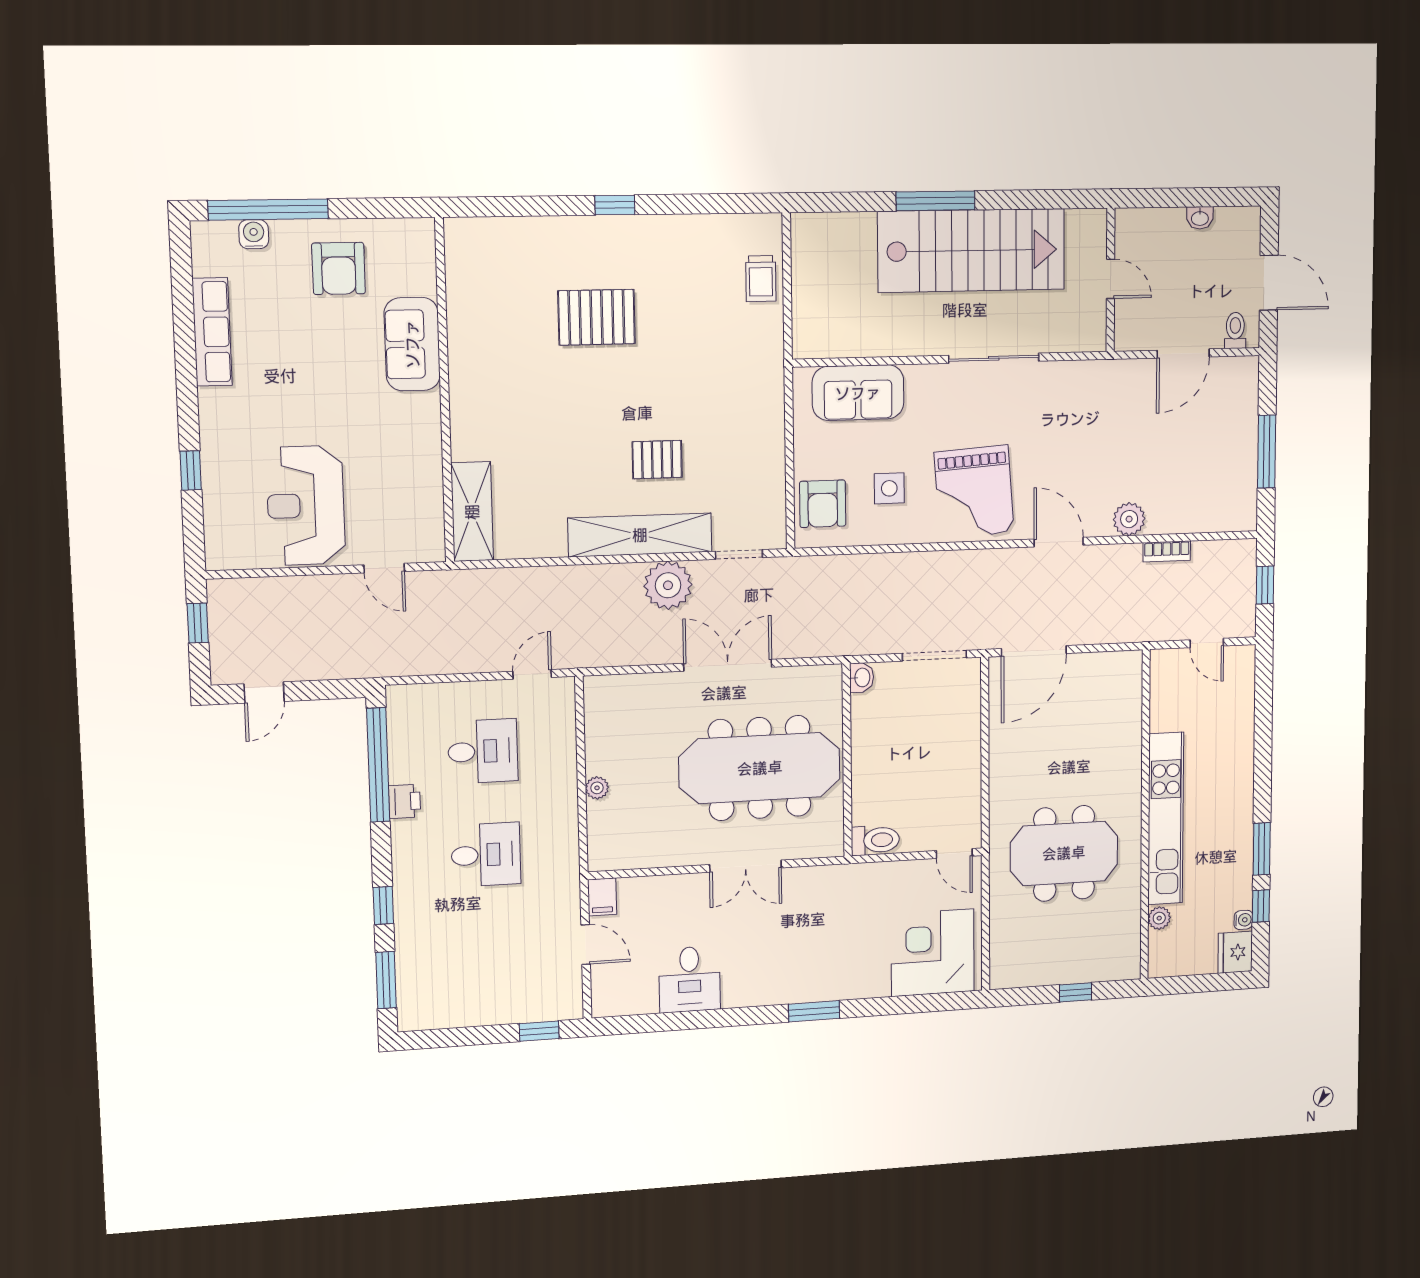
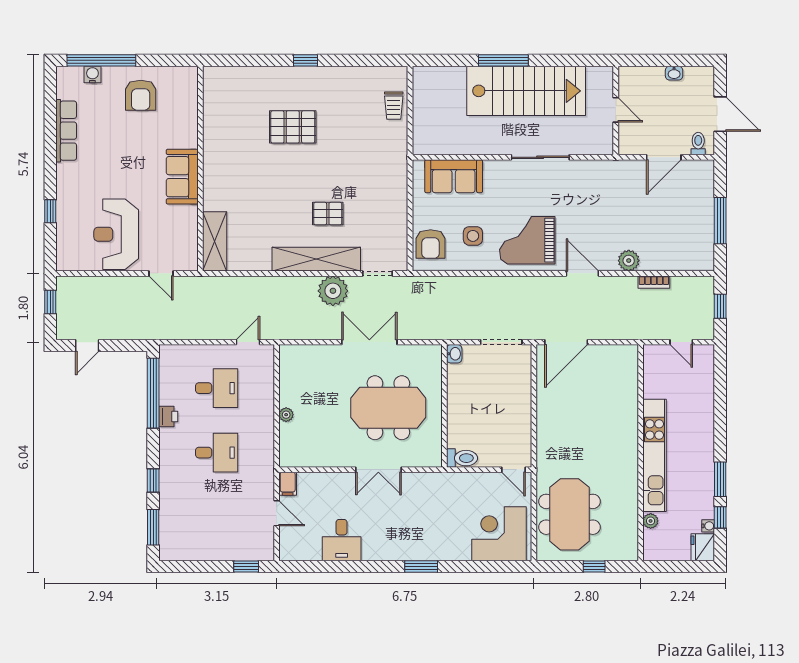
sofa: (412, 344) -> (182, 177), moved
grand piano: (974, 492) -> (527, 240), turned 94
meeting table: (760, 768) -> (388, 408), width x0.73
meeting table: (1064, 853) -> (569, 514), moved, turned 90

